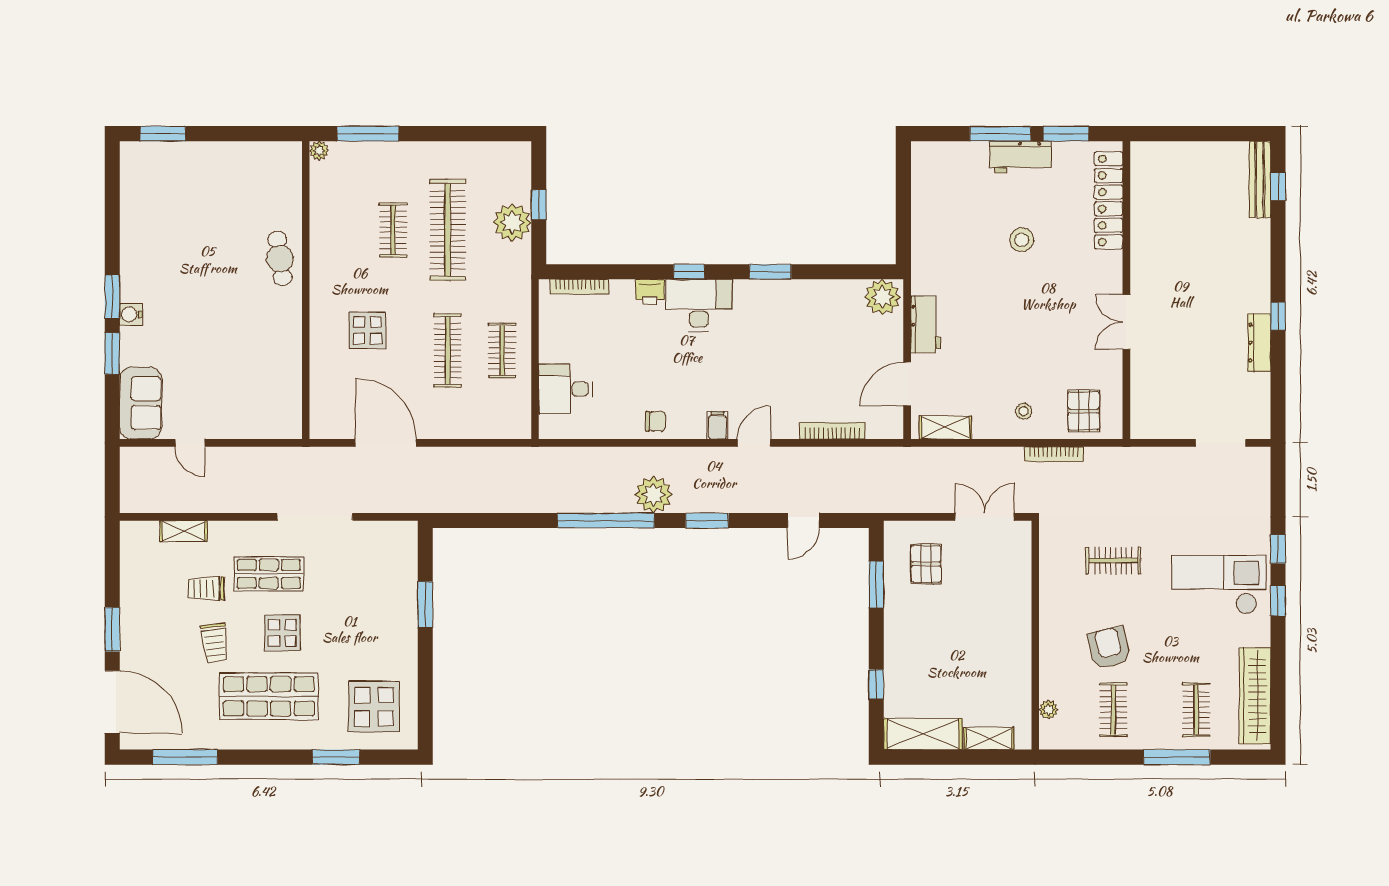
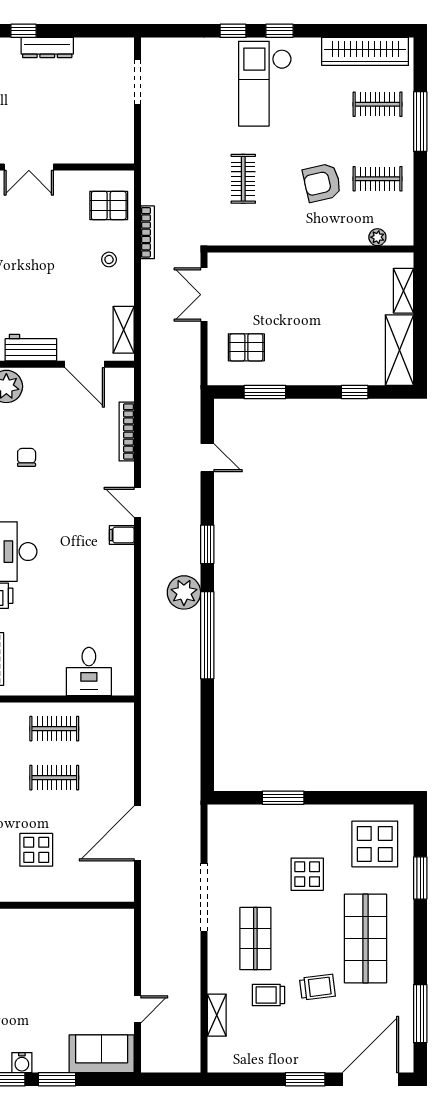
clothes rail: (448, 350) -> (54, 778), width x0.73
chair: (656, 421) -> (27, 457), moved
trolley: (206, 589) -> (268, 995), turned 90
display table: (282, 633) -> (307, 874), moved

